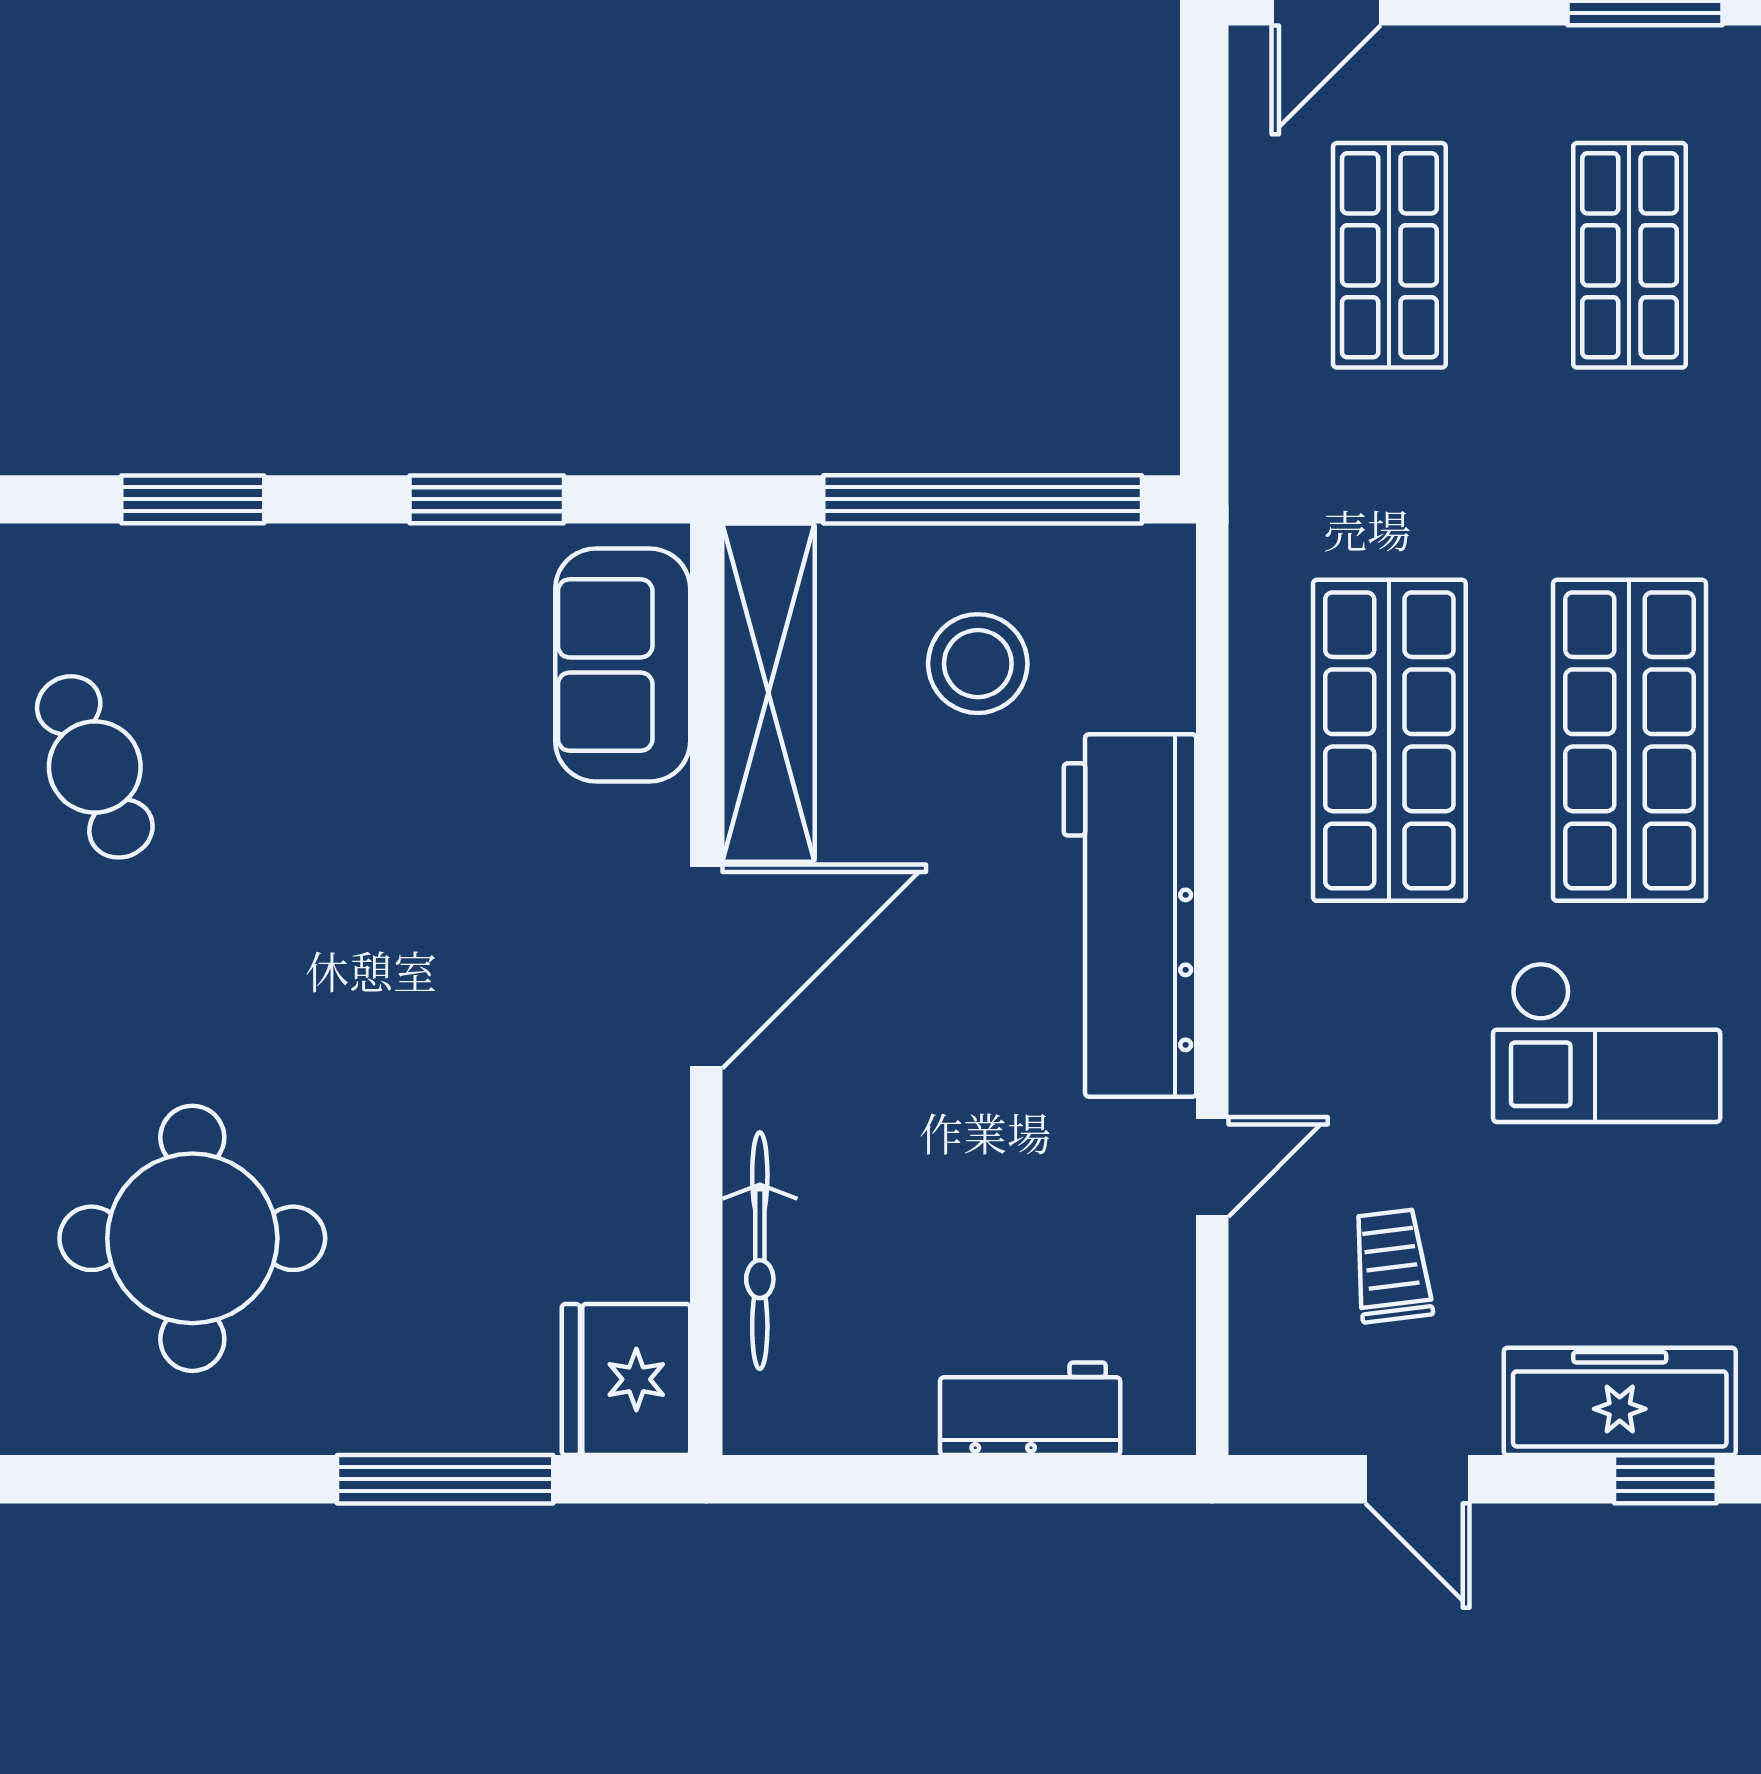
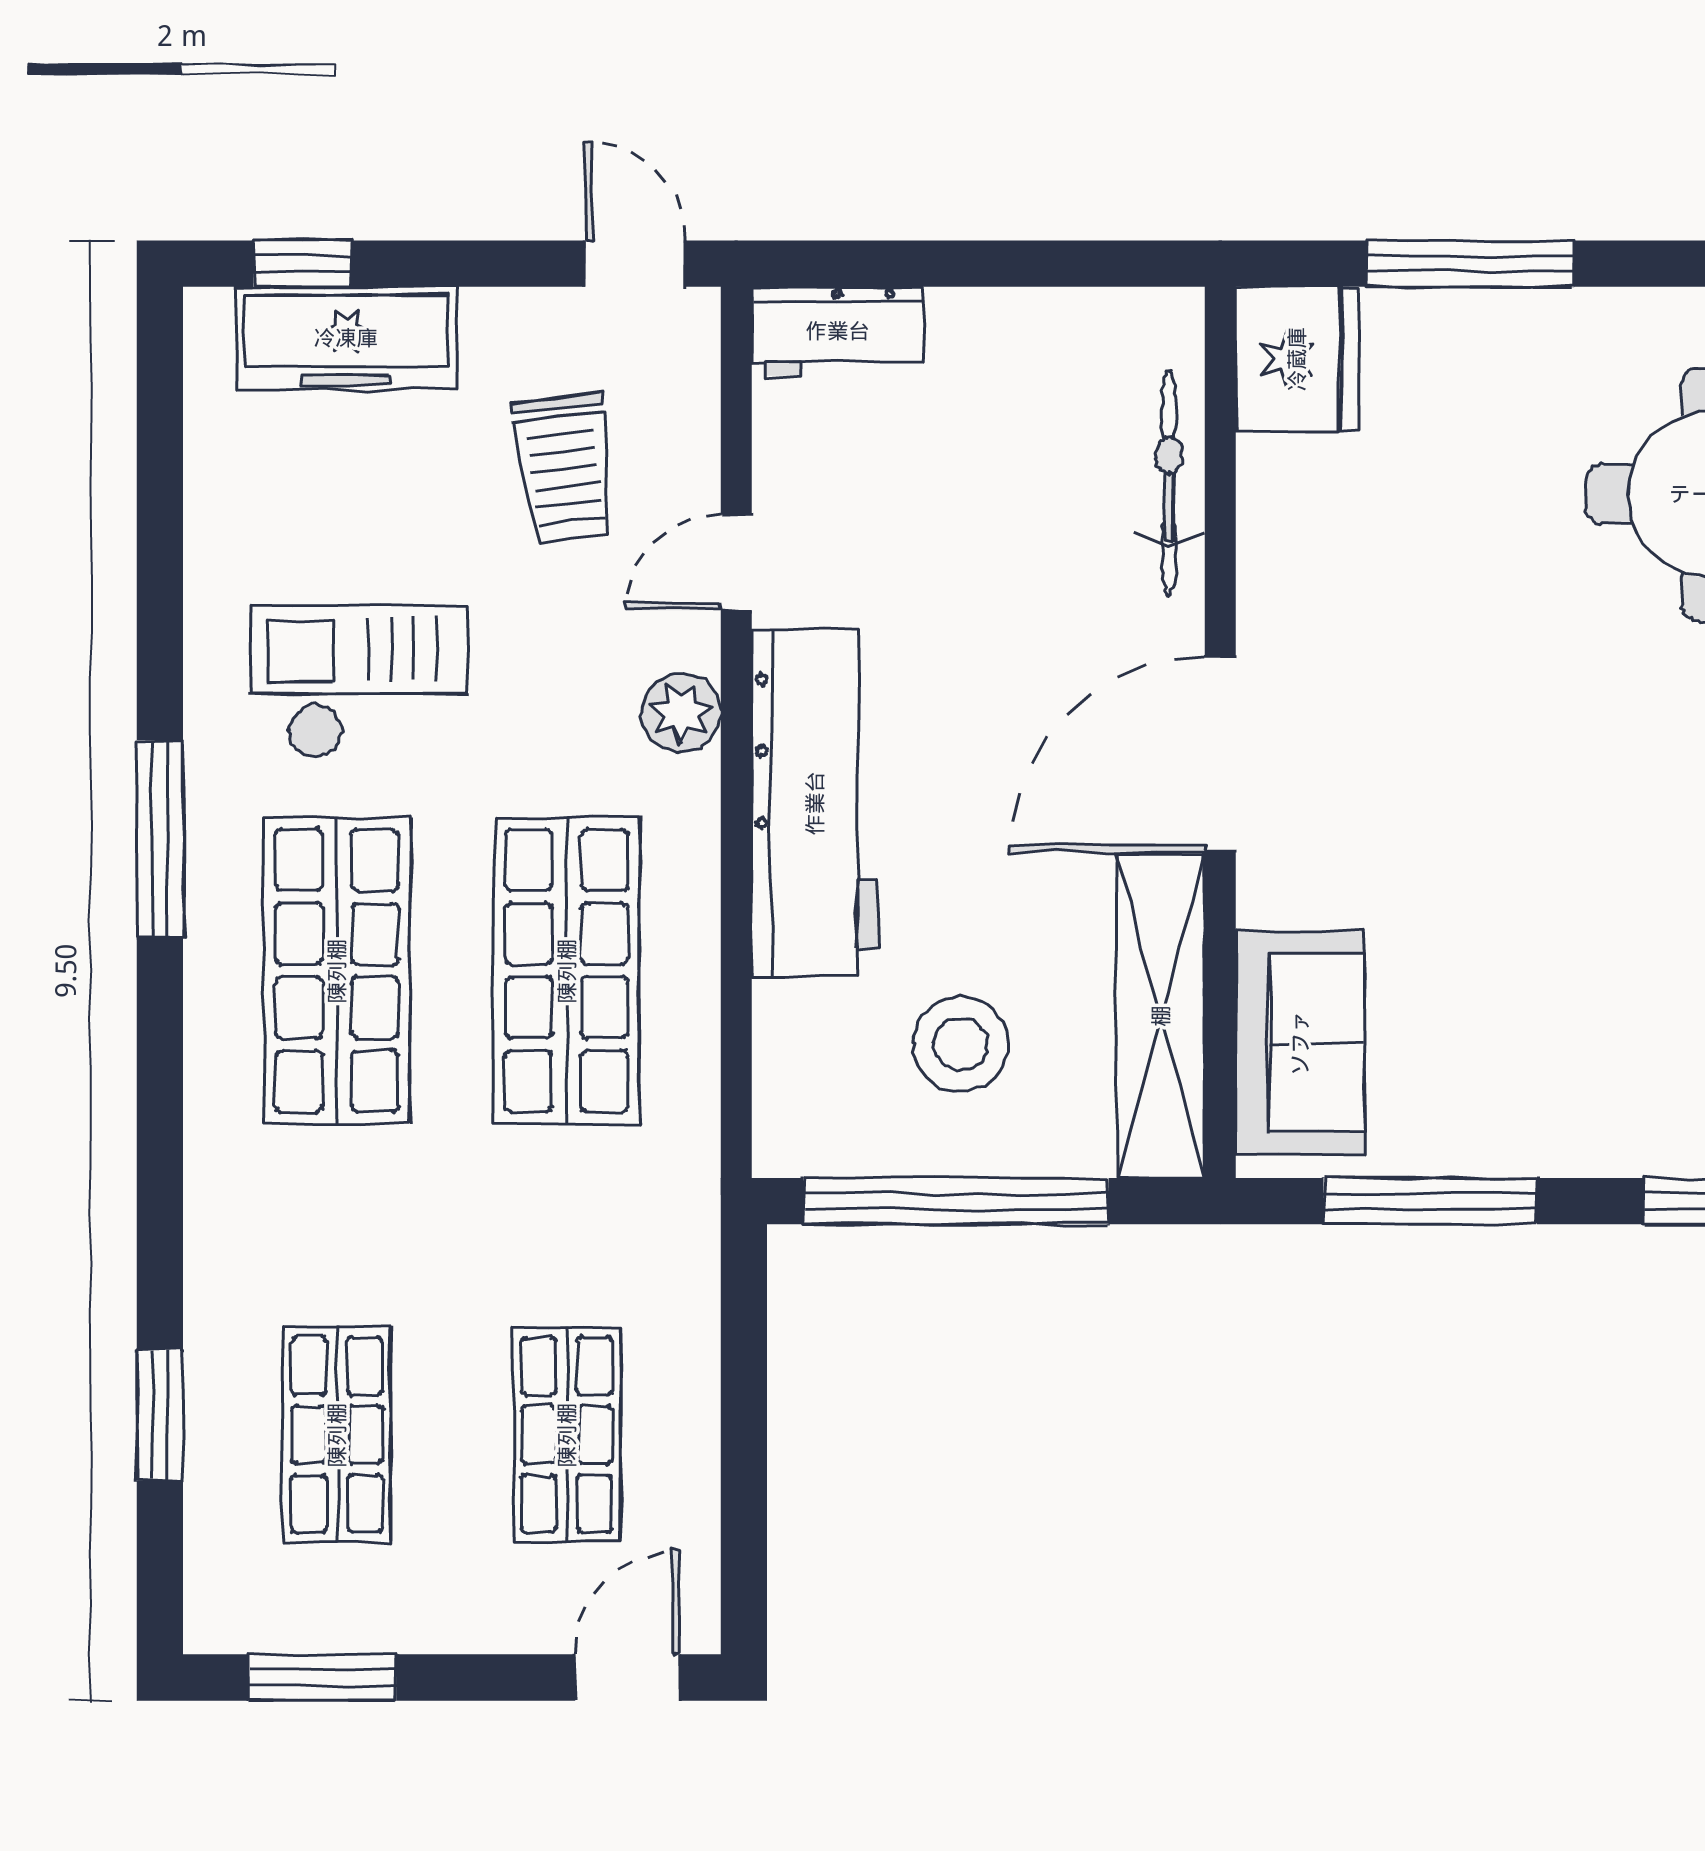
window: (487, 499) -> (1430, 1201), width x1.44
plant: (1270, 1010) -> (681, 713), added
trolley: (1392, 1266) -> (564, 468), width x1.36, depth x1.39
workbench: (1030, 1409) -> (838, 331), moved
door: (1418, 1479) -> (635, 264), moved

